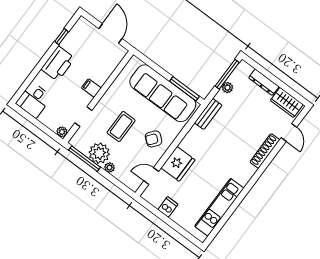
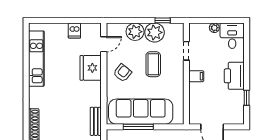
window: (184, 89) -> (138, 127), moved
plant: (62, 132) -> (214, 28), moved
window: (84, 159) -> (163, 20), width x0.46
plant: (110, 168) -> (135, 32), width x1.88, depth x1.88

